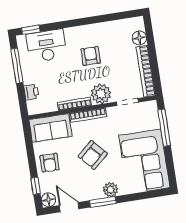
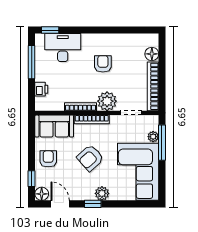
plant: (154, 123) -> (153, 137), added
armchair: (50, 163) -> (48, 159), turned 180
window: (103, 202) -> (93, 204), width x0.67

